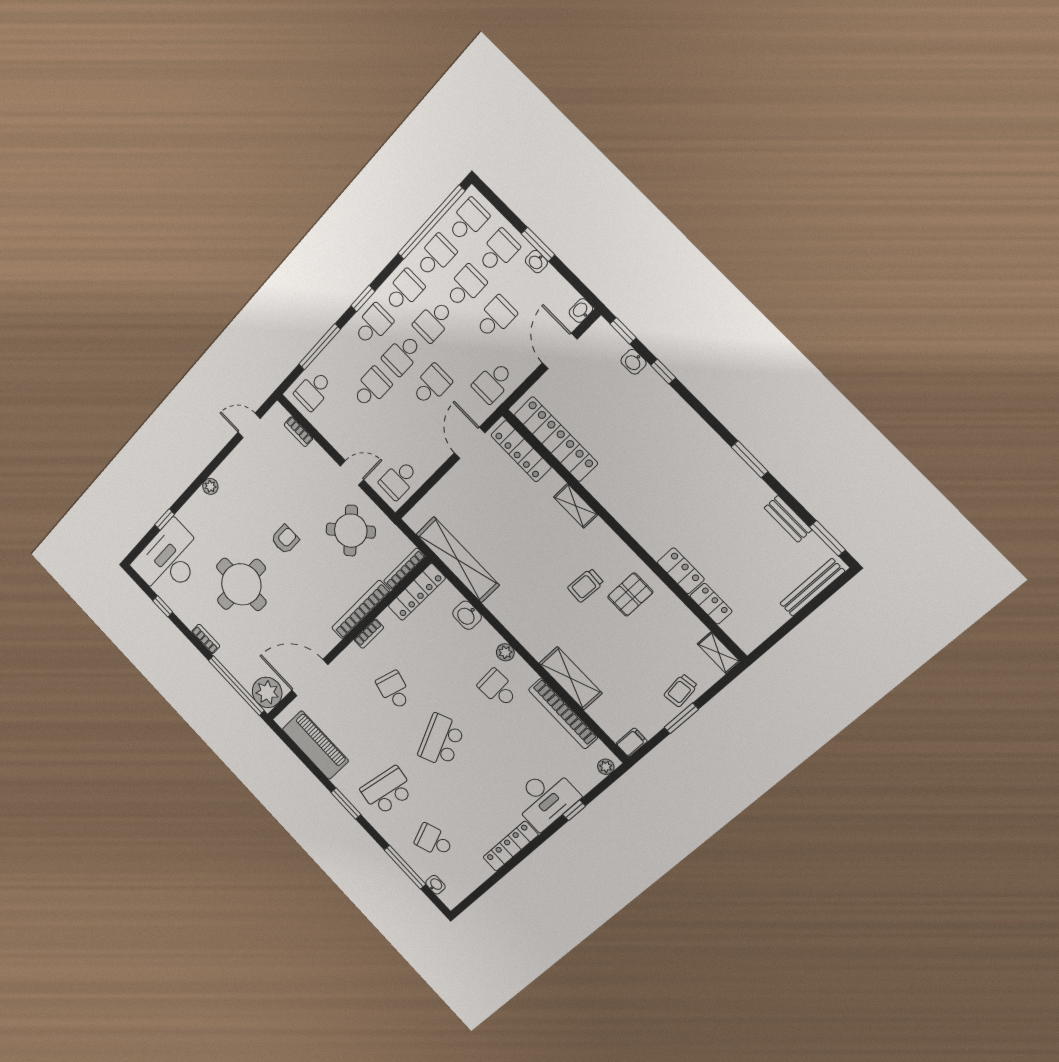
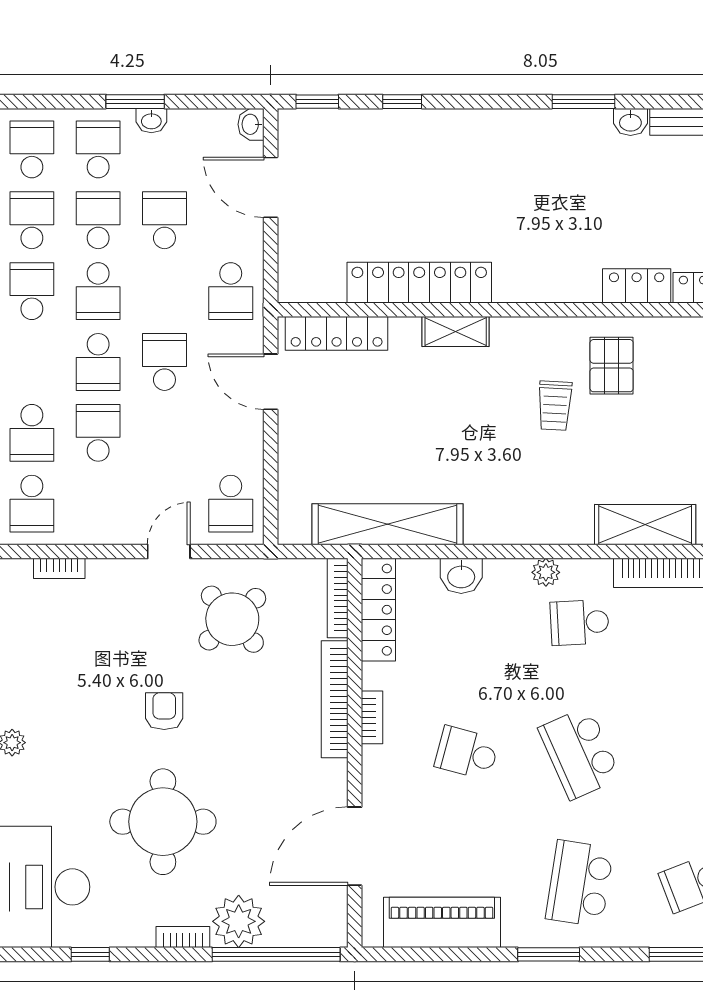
school desk: (373, 325) -> (32, 433), moved, turned 180
washbasin: (634, 362) -> (630, 122), moved
locker: (556, 439) -> (419, 283), moved
plant: (267, 692) -> (239, 921), moved

